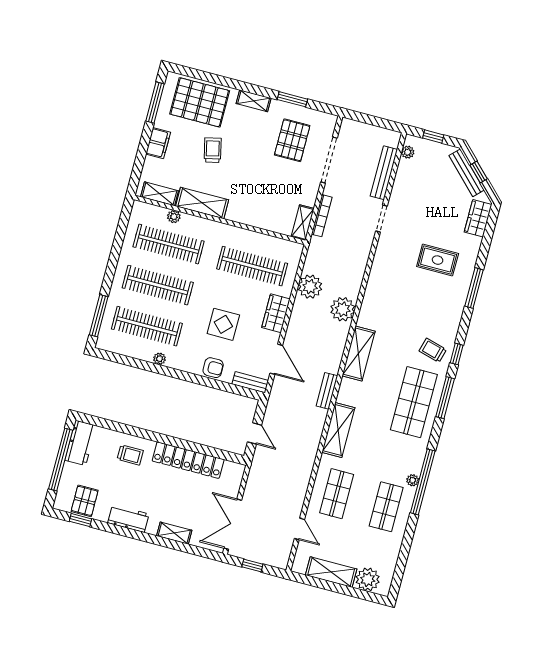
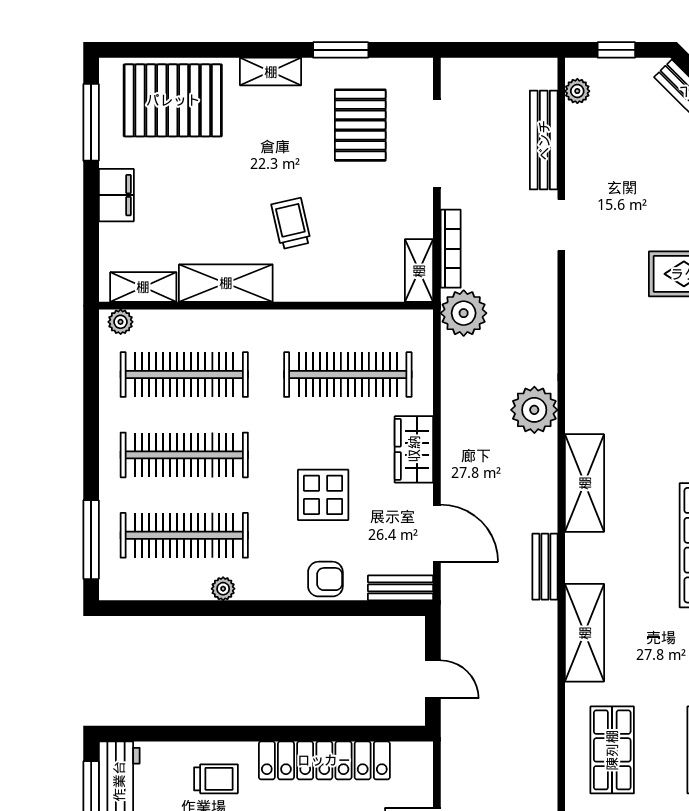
trolley: (213, 150) -> (291, 223), moved
plant: (174, 217) -> (121, 322), moved
plant: (310, 287) -> (464, 313), moved

